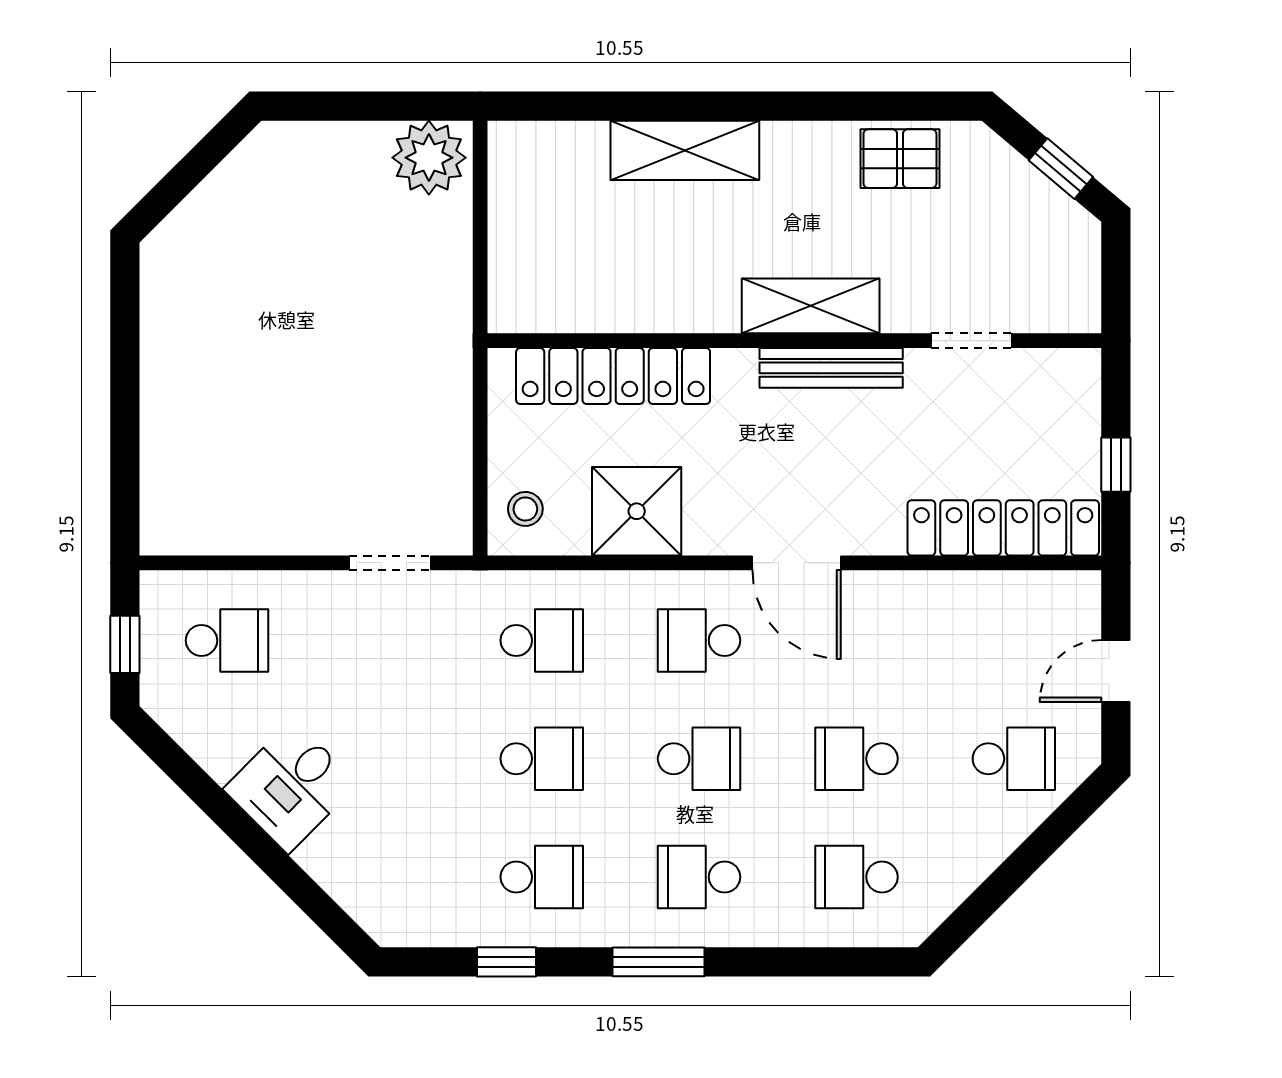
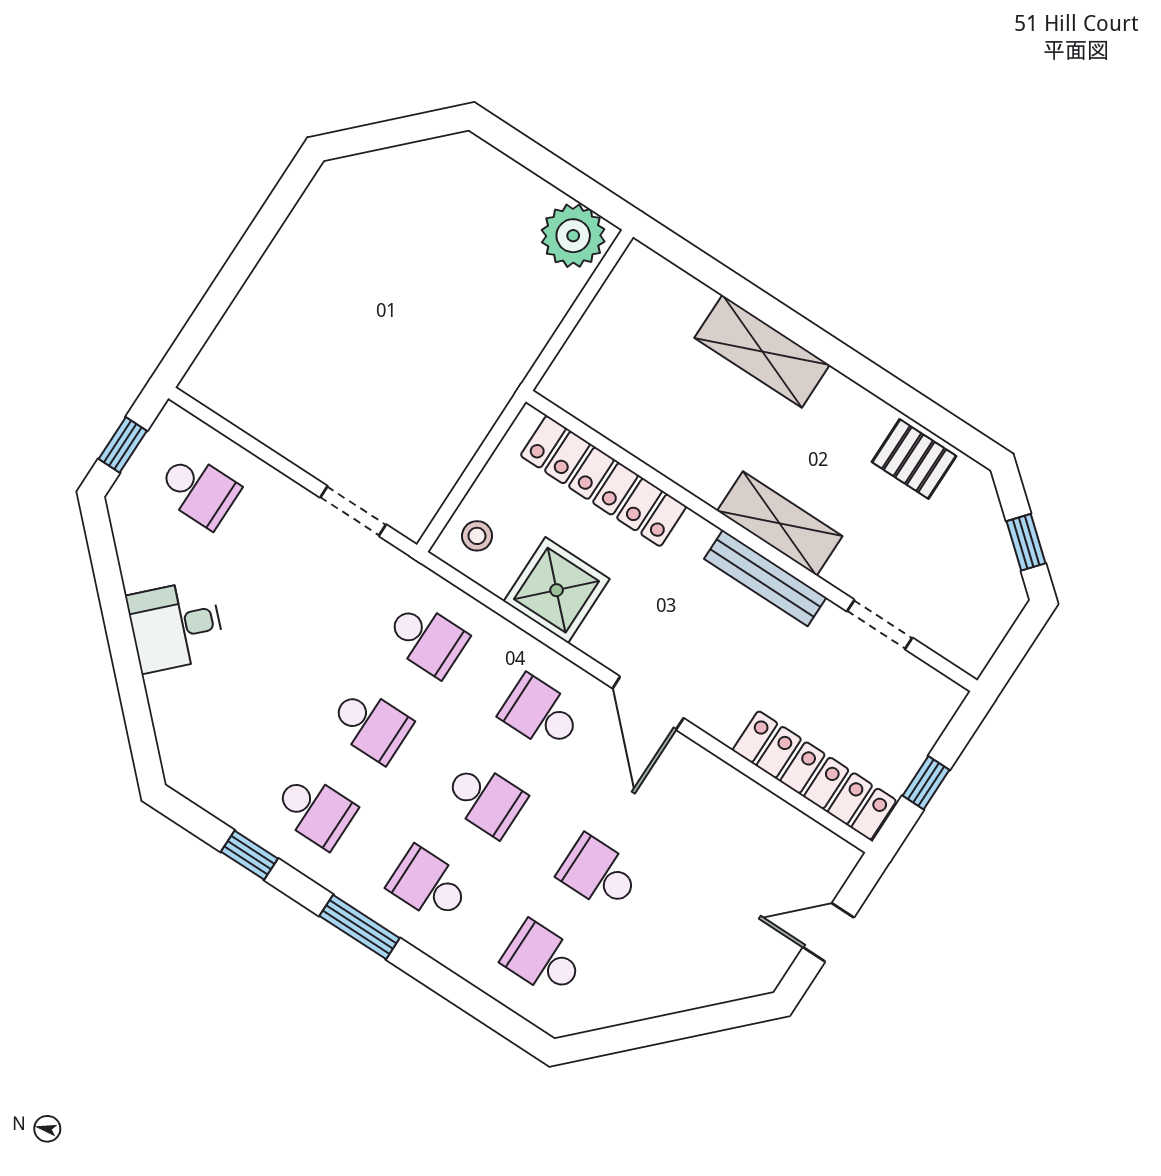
school desk: (1014, 759) -> (713, 948), removed

